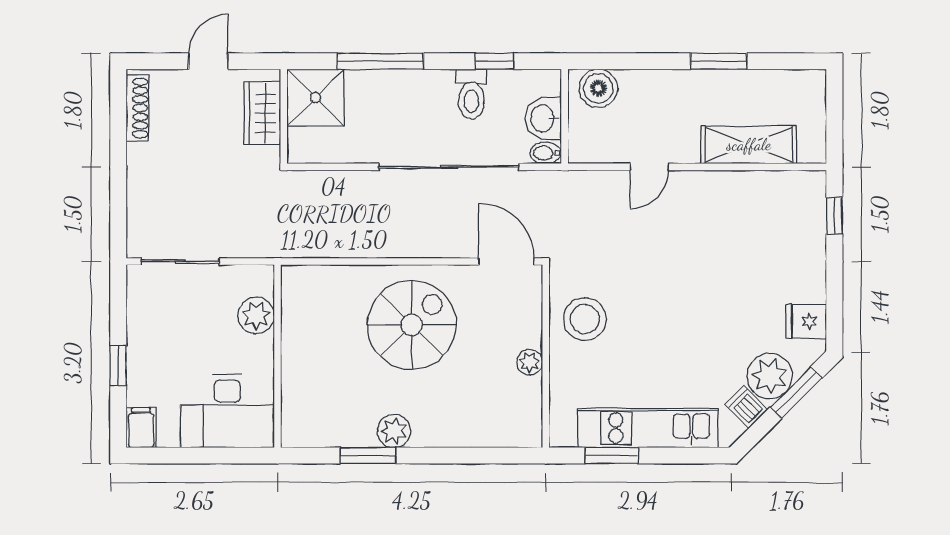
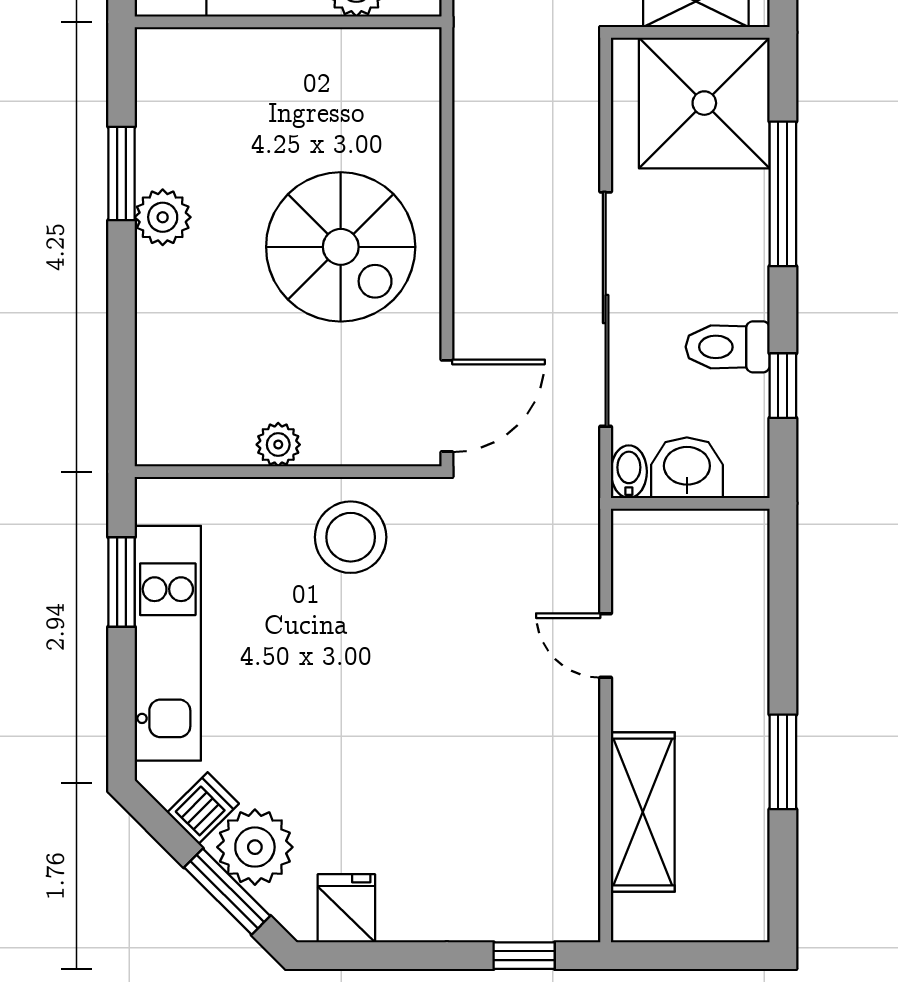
boiler: (598, 88) -> (737, 560), removed
shower: (315, 98) -> (704, 103), width x1.37, depth x1.37

